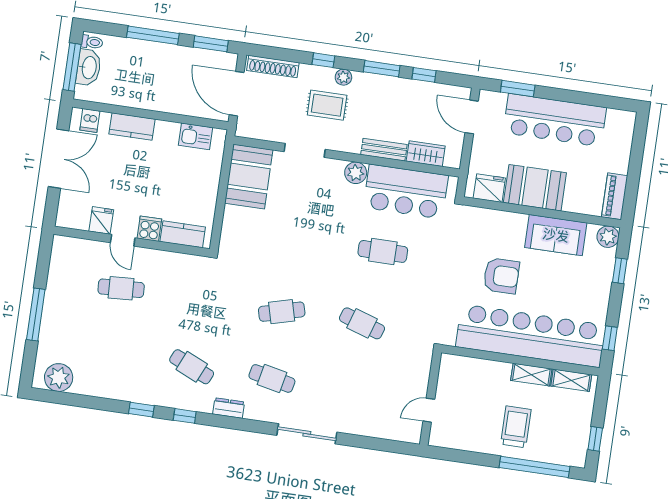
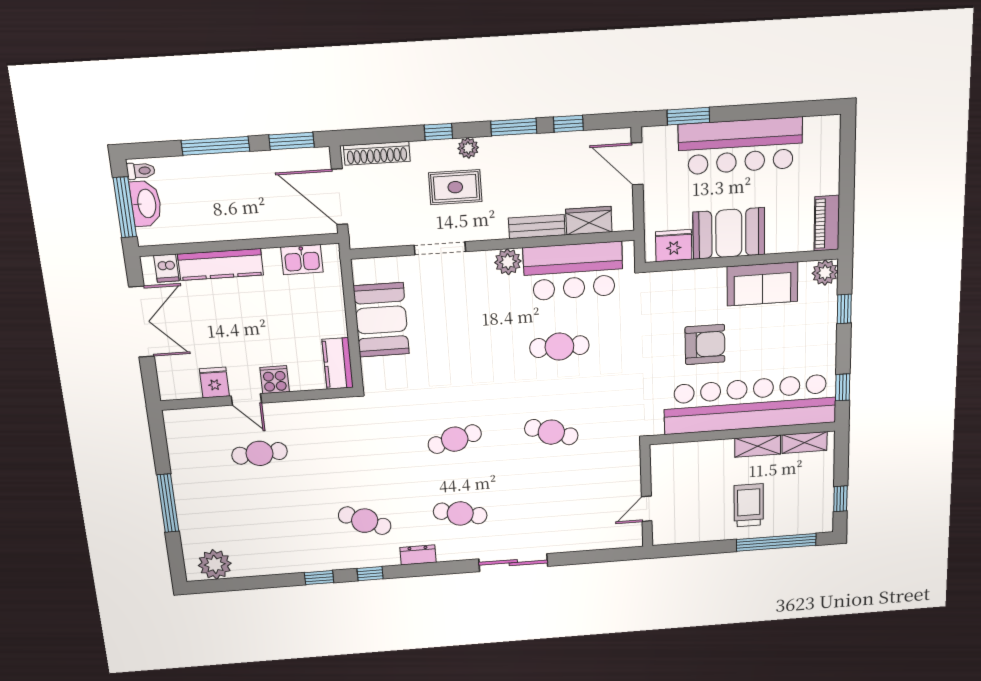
kitchen counter: (132, 127) -> (221, 264), width x1.50
booth: (249, 177) -> (381, 320), moved
kitchen counter: (183, 234) -> (338, 363), moved, turned -90

